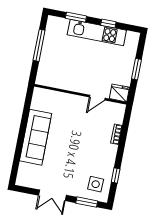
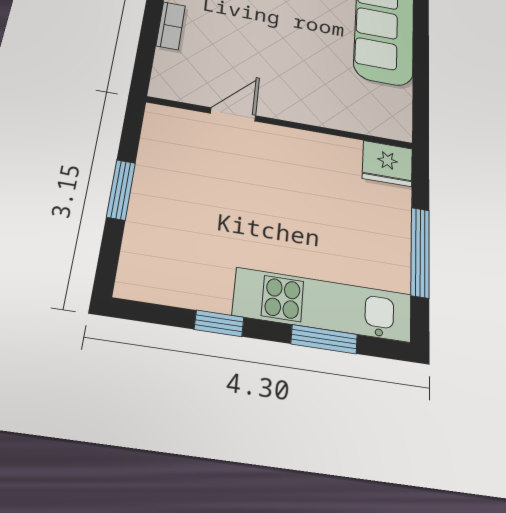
kitchen unit: (97, 33) -> (323, 305), moved
fridge: (119, 93) -> (387, 163), moved

